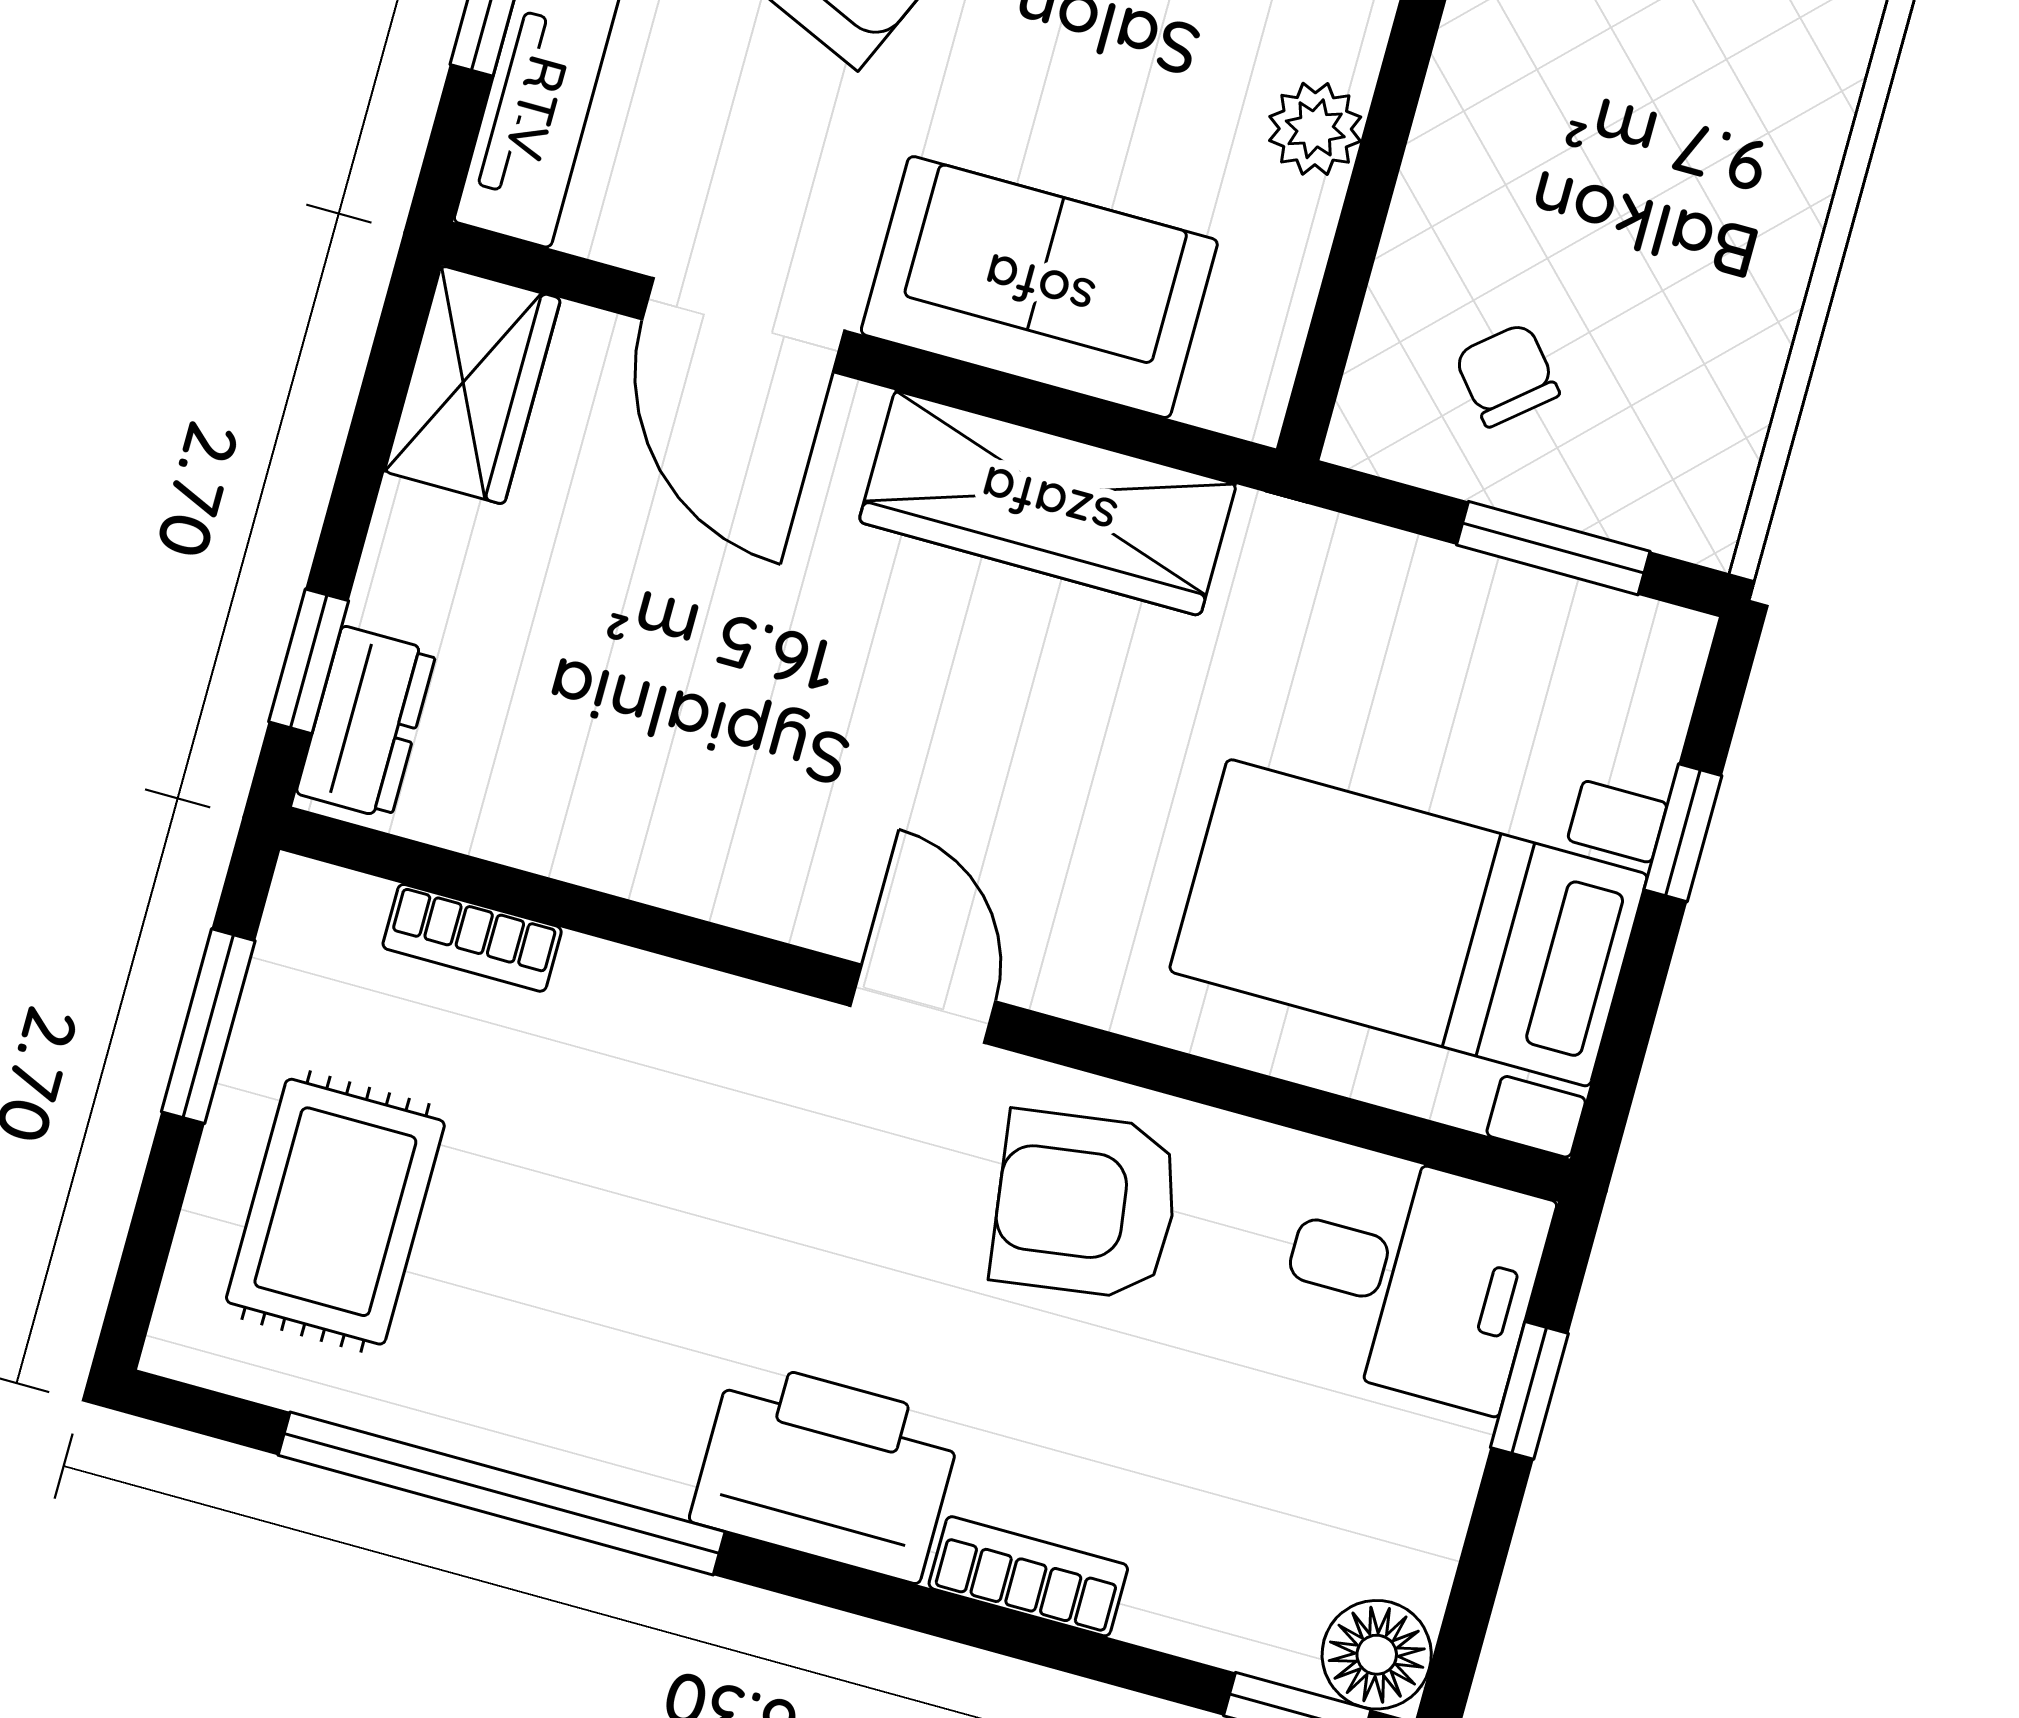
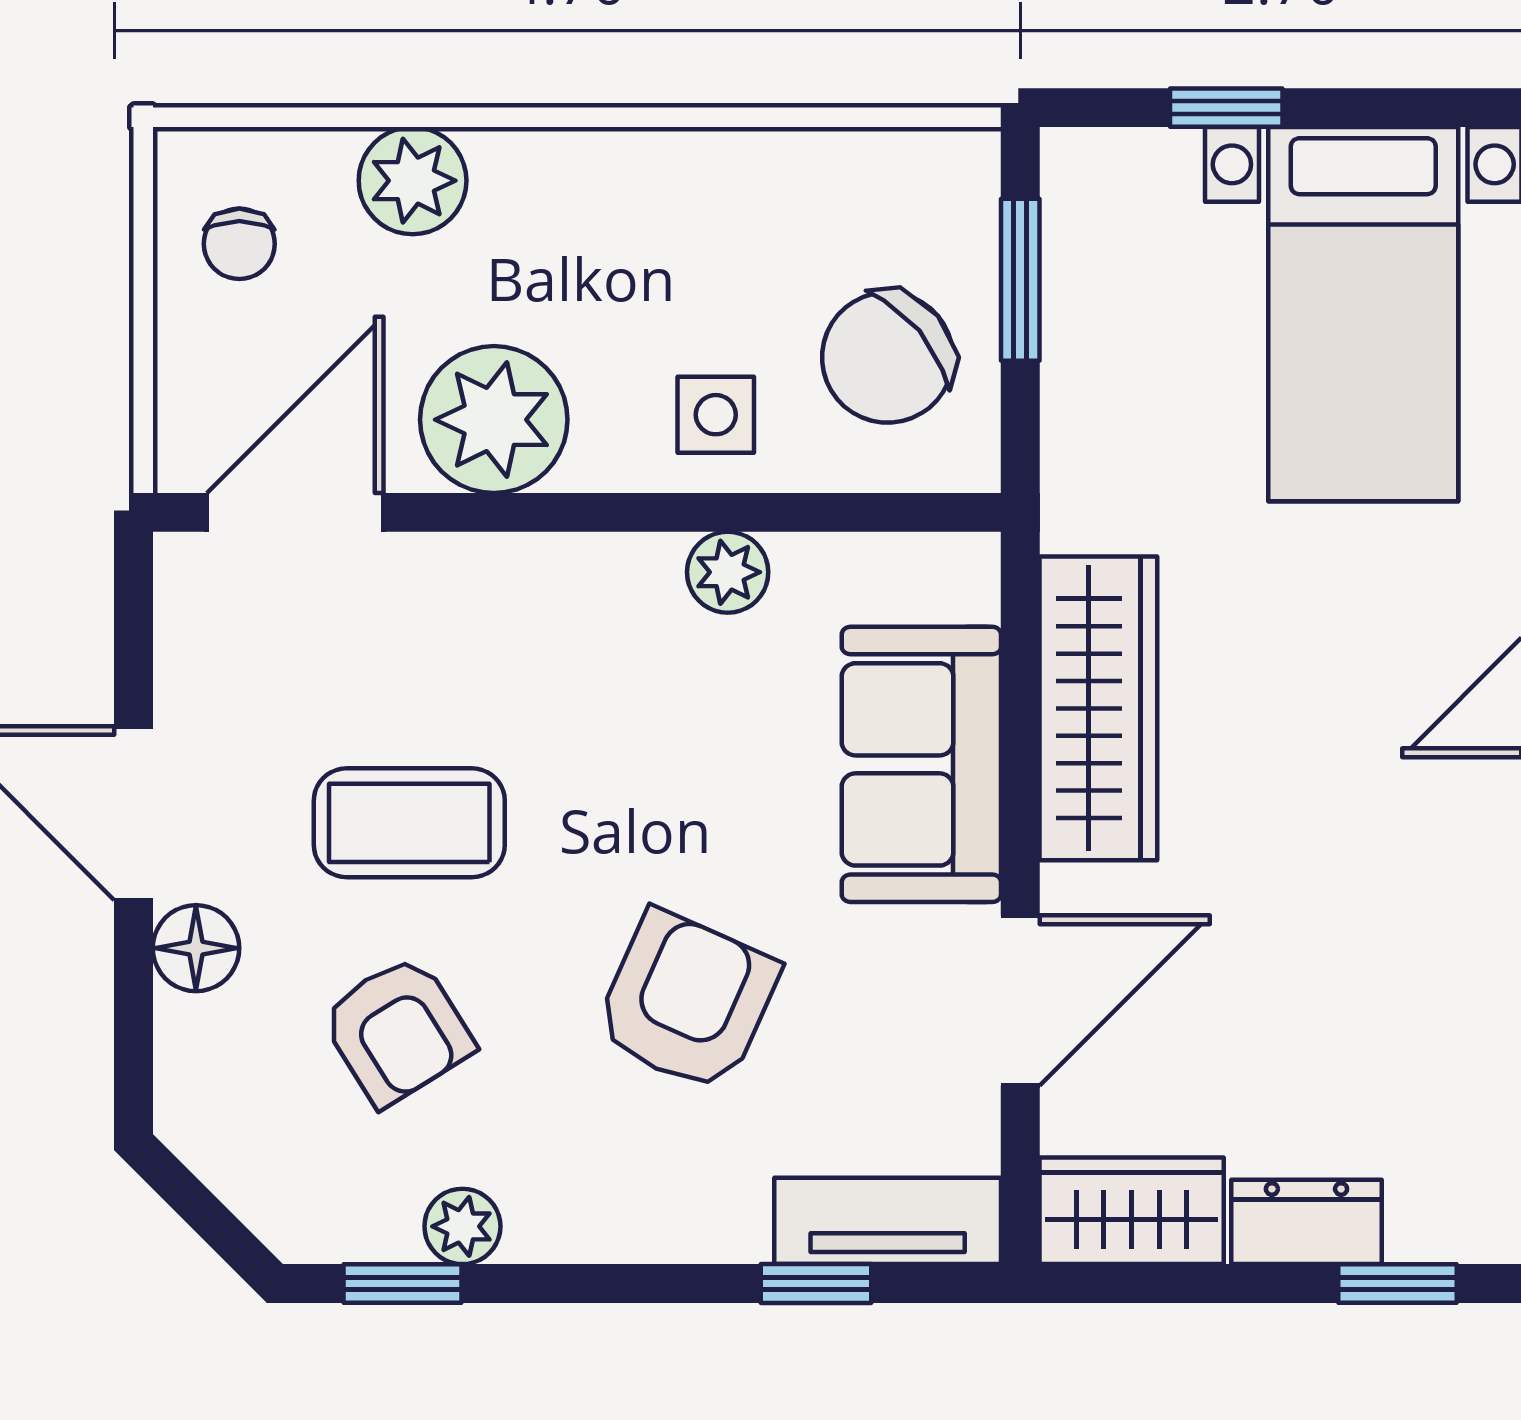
side table: (1496, 164) -> (716, 415), added
chair: (1507, 375) -> (888, 357), width x1.87, depth x1.87
dresser: (366, 722) -> (1306, 1222), moved

